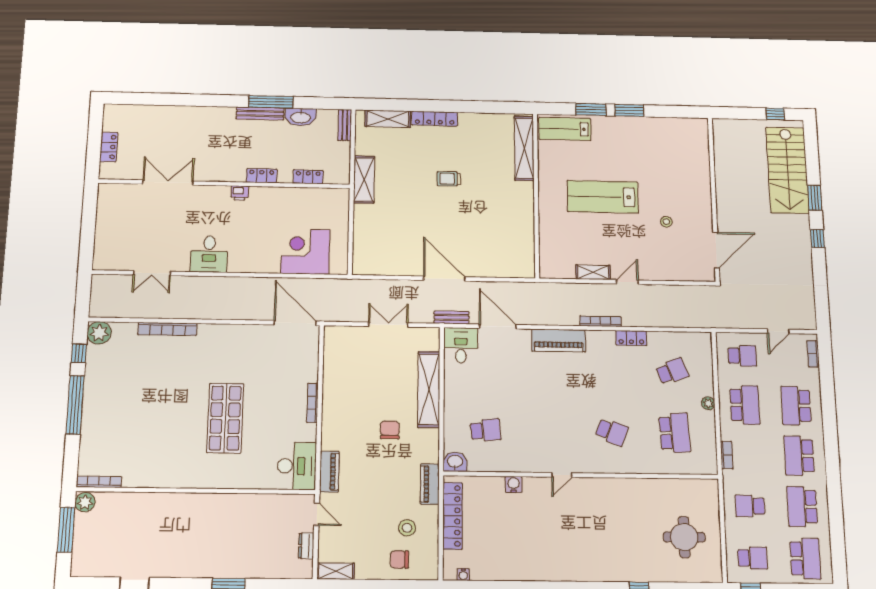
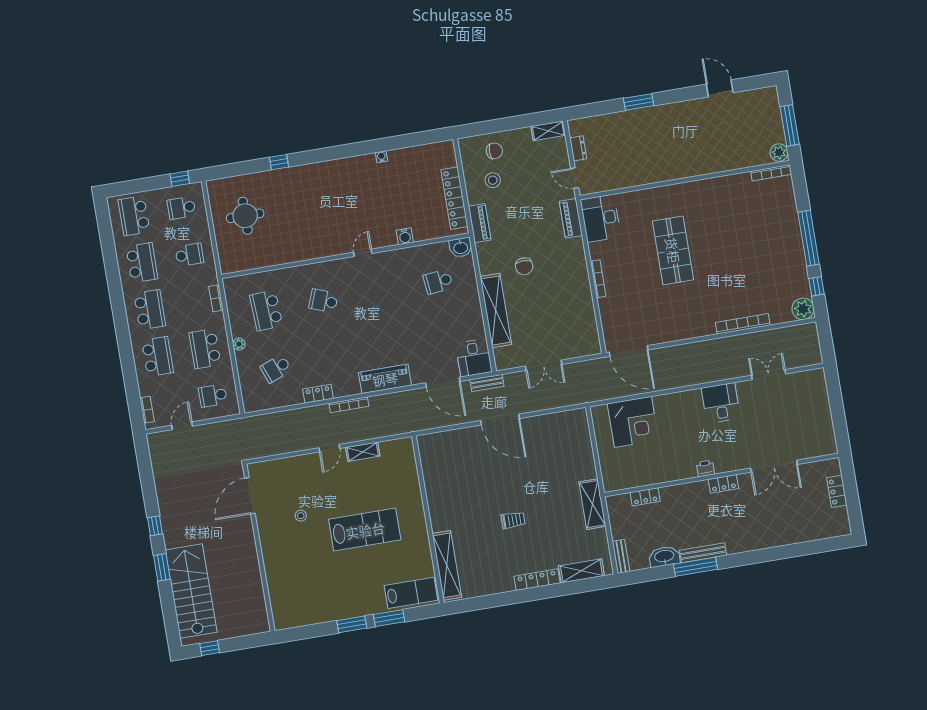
locker: (262, 176) -> (723, 484), moved
water cooler: (463, 575) -> (381, 157), moved

